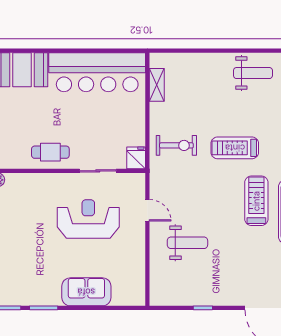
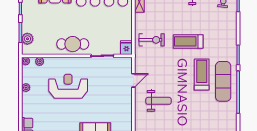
cafe table: (50, 152) -> (73, 44), width x1.37, depth x1.35
door: (147, 210) -> (133, 80), hinge flipped
reception desk: (88, 219) -> (68, 86), moved

